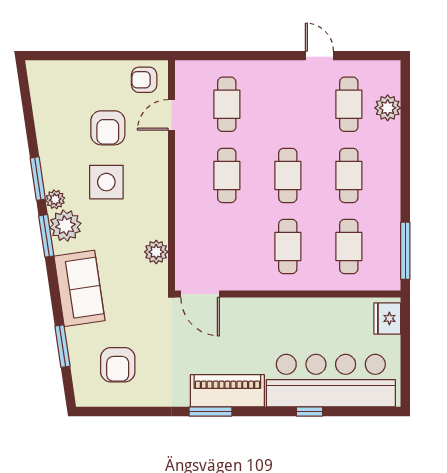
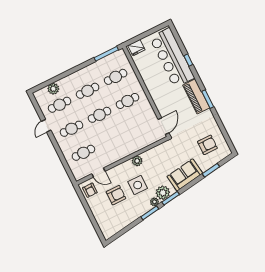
cafe table: (227, 175) -> (71, 129), moved
plant: (156, 252) -> (137, 161), moved

